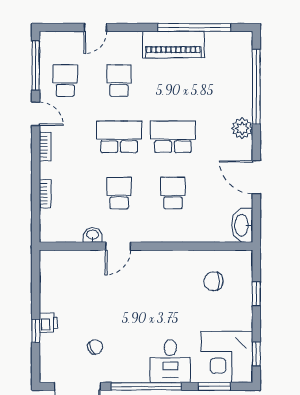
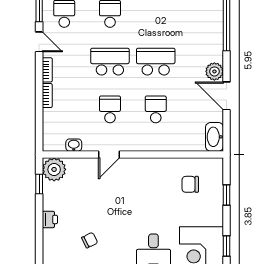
plant: (242, 128) -> (214, 71), moved
bookcase: (45, 194) -> (47, 96), moved
washbasin: (92, 235) -> (74, 145), moved
plant: (53, 264) -> (54, 169), added
window: (36, 331) -> (39, 184), moved

